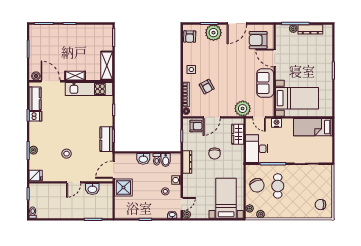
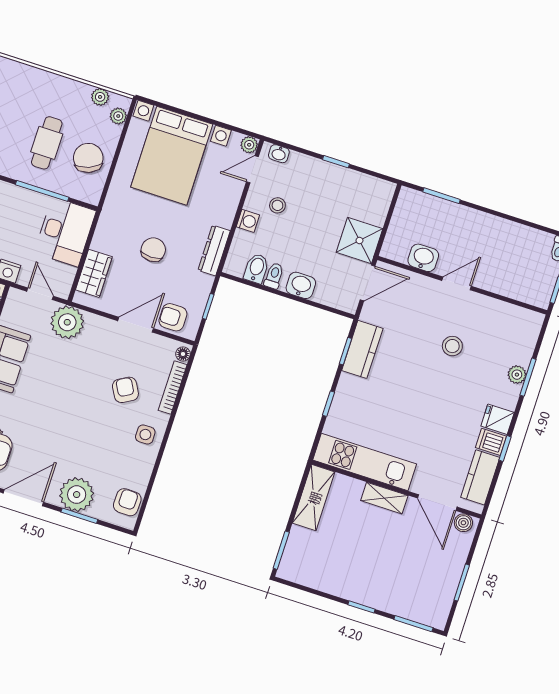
fridge: (36, 176) -> (498, 419), moved
bed with nightstands: (226, 198) -> (172, 156), width x1.36

